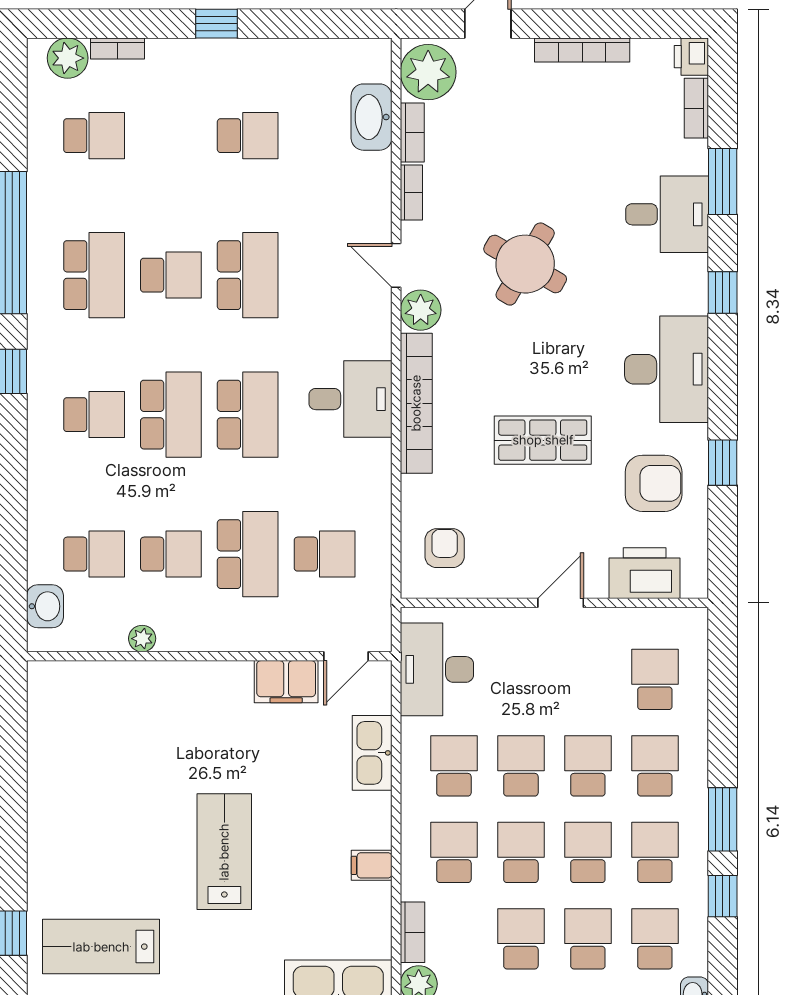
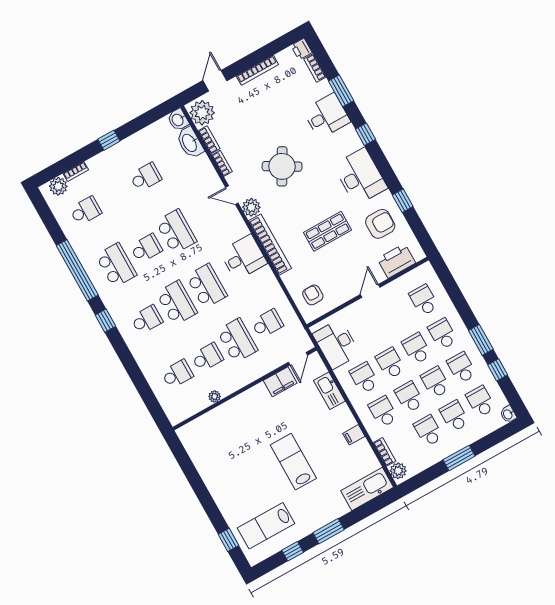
washbasin: (45, 606) -> (178, 120), moved, turned 180

